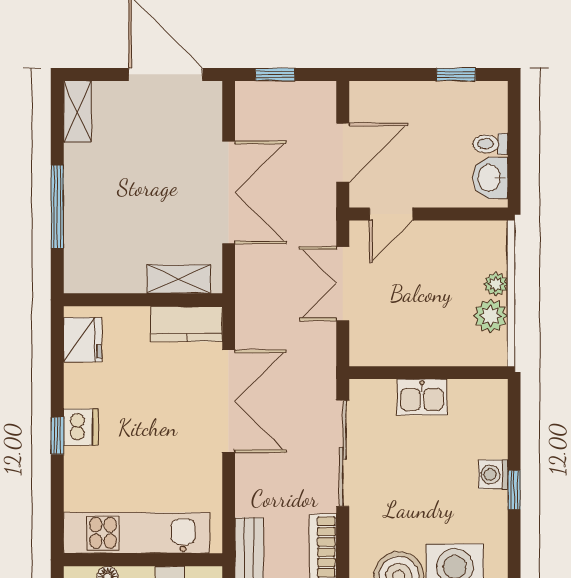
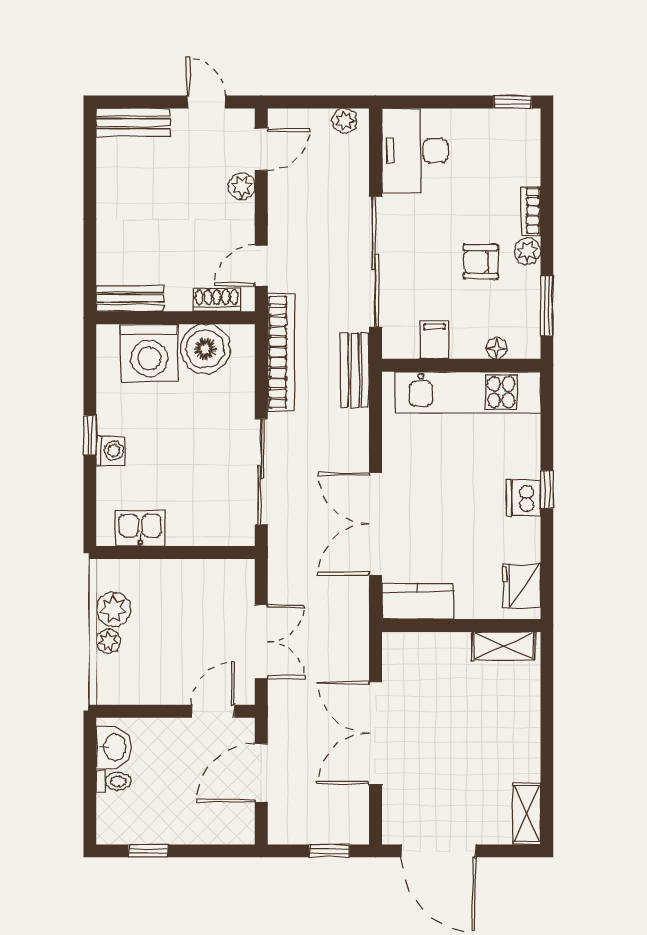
window: (57, 207) -> (547, 719), removed
shelving: (179, 279) -> (504, 646), moved
kitchen sink: (422, 397) -> (140, 528), moved

